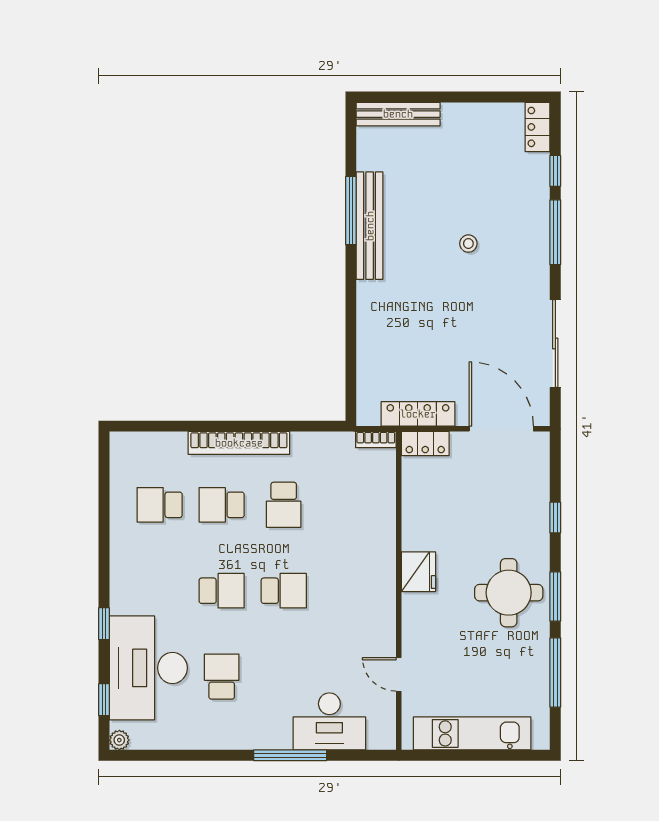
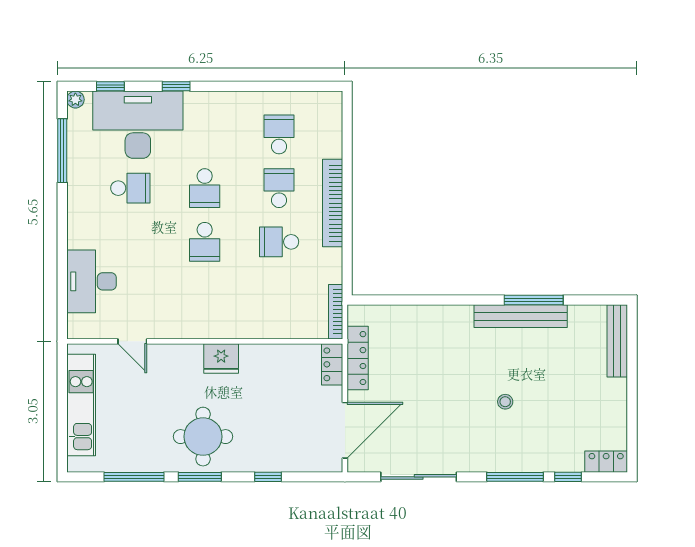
bookcase: (376, 440) -> (336, 312), width x1.56
door: (399, 674) -> (132, 341), swing flipped
window: (290, 755) -> (62, 151), moved

